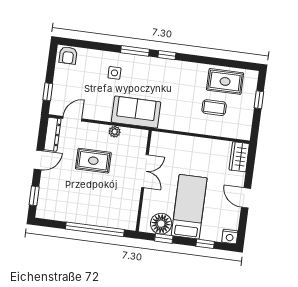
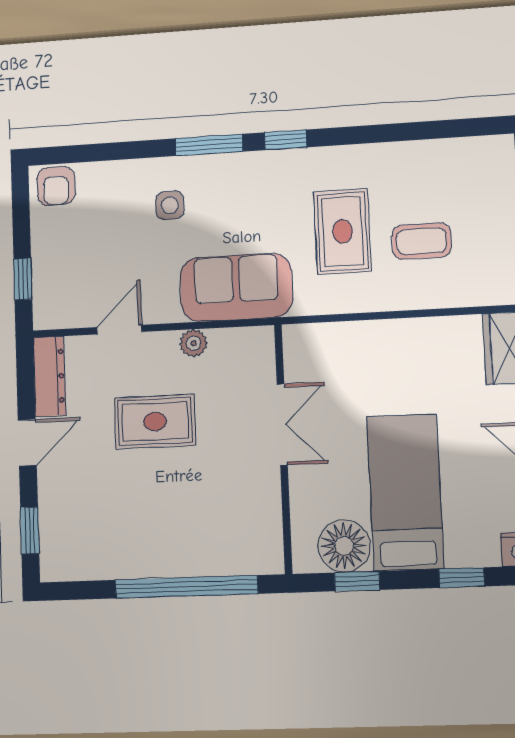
rug: (225, 81) -> (342, 231), moved, turned 90
door: (72, 119) -> (119, 330), moved

